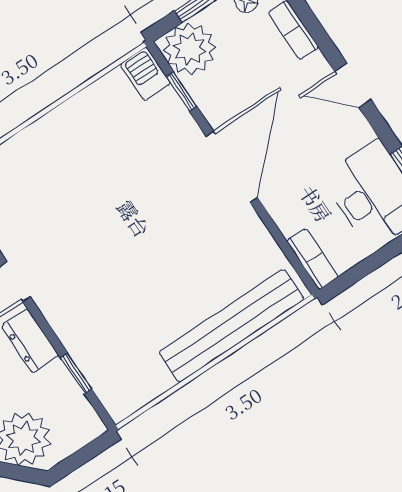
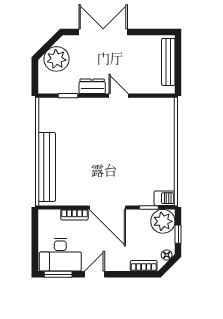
door: (353, 85) -> (95, 274), moved
bookcase: (312, 259) -> (74, 215), moved

